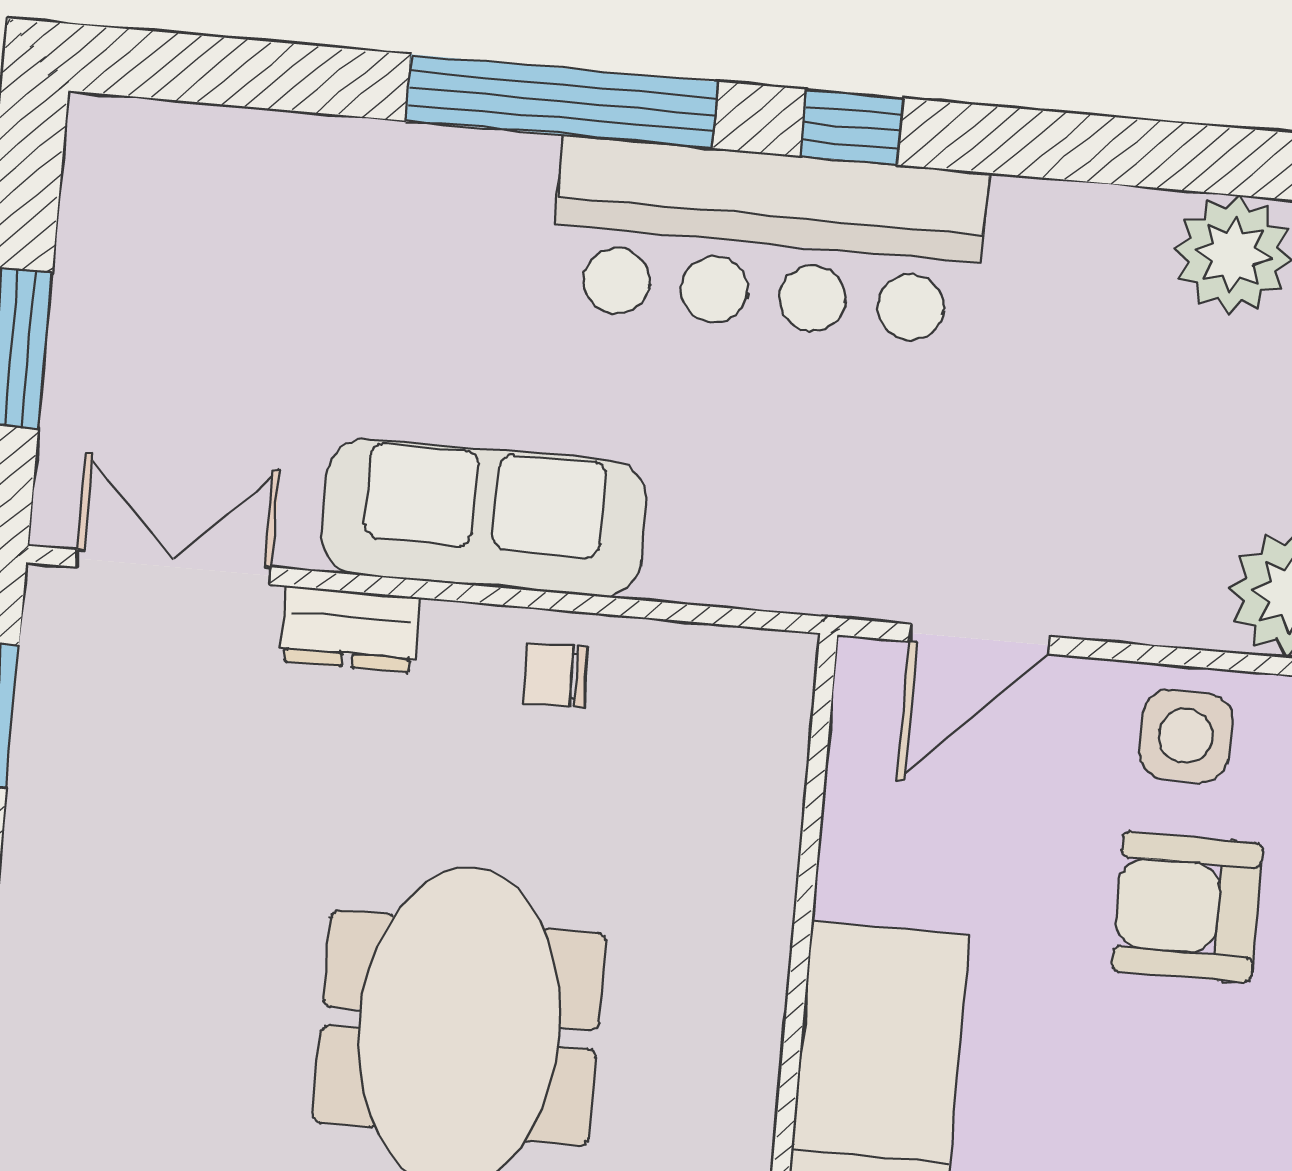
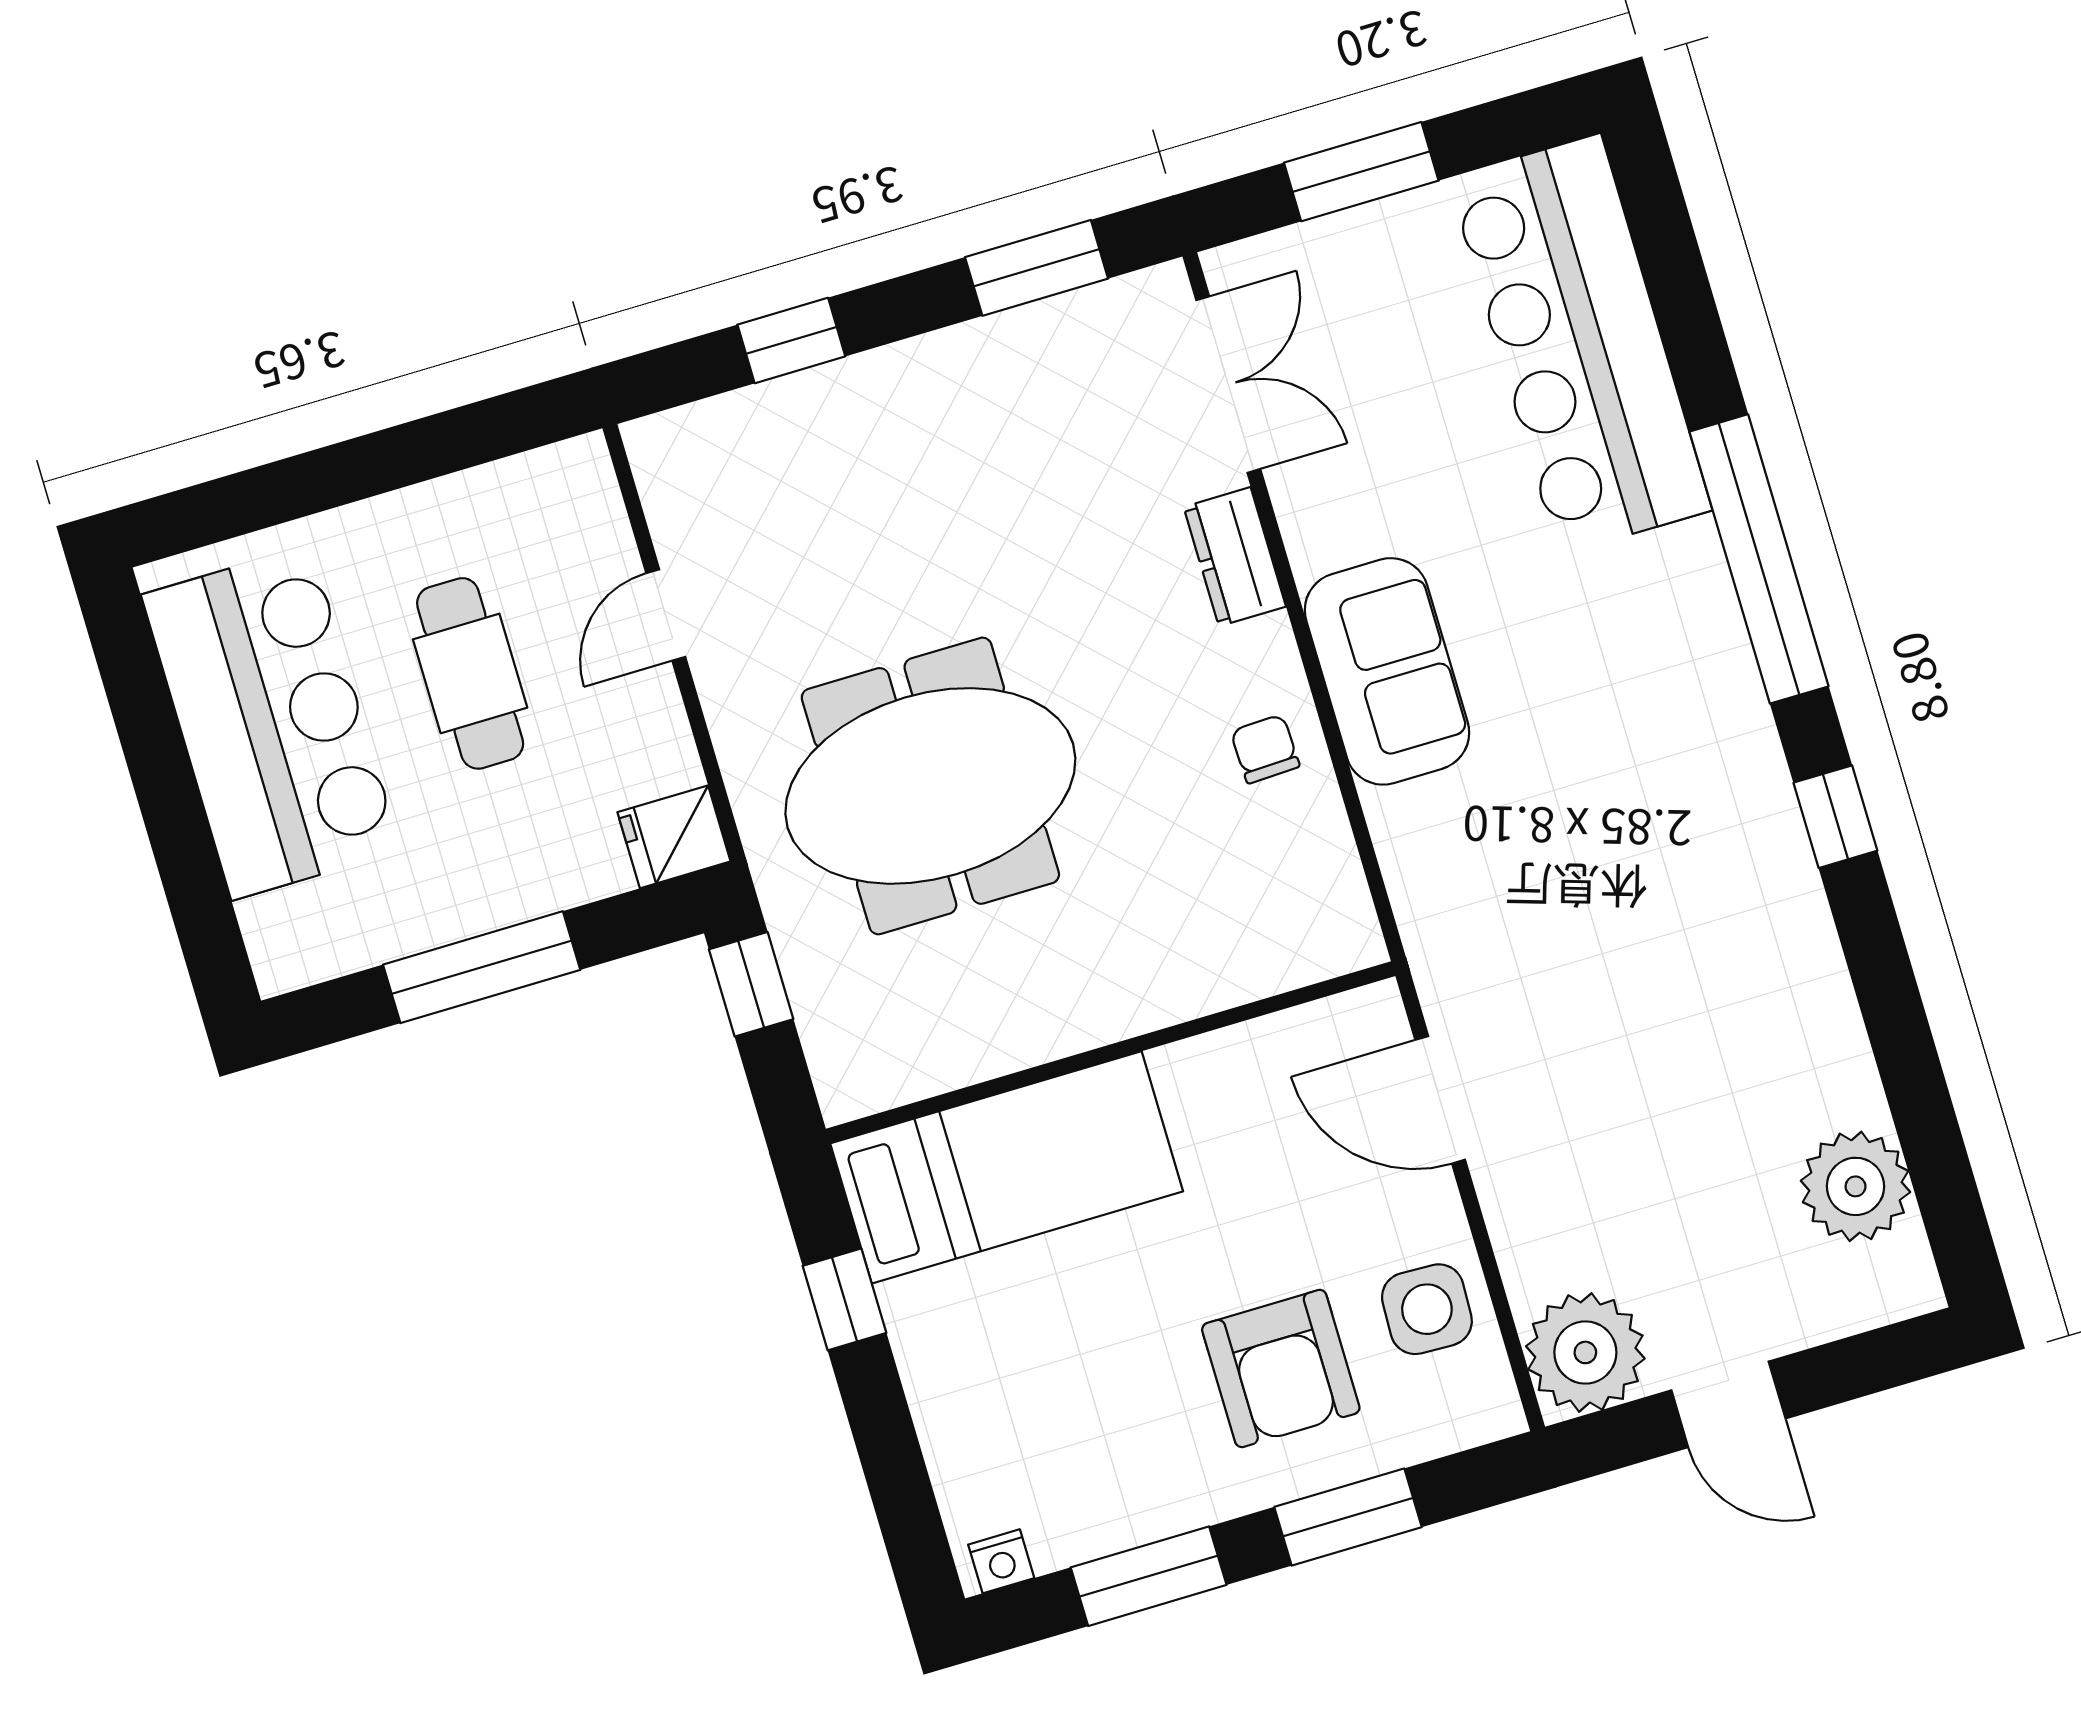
bar counter: (768, 240) -> (1580, 344), moved
sofa: (484, 518) -> (1387, 671), width x0.73
armchair: (1187, 907) -> (1281, 1368), turned 180

